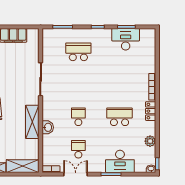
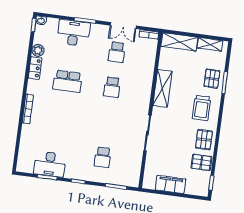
school desk: (78, 52) -> (103, 157), width x0.54
locker: (151, 111) -> (35, 68), moved
washbasin: (48, 127) -> (147, 80), removed

